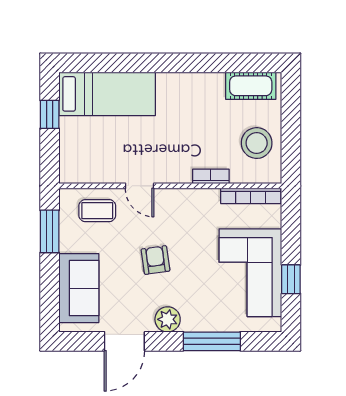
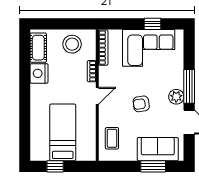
nightstand: (207, 87) -> (39, 73), added
bed: (107, 94) -> (63, 132), moved
door: (140, 186) -> (97, 96), moved
window: (50, 231) -> (153, 166), moved
window: (212, 341) -> (189, 86), moved

